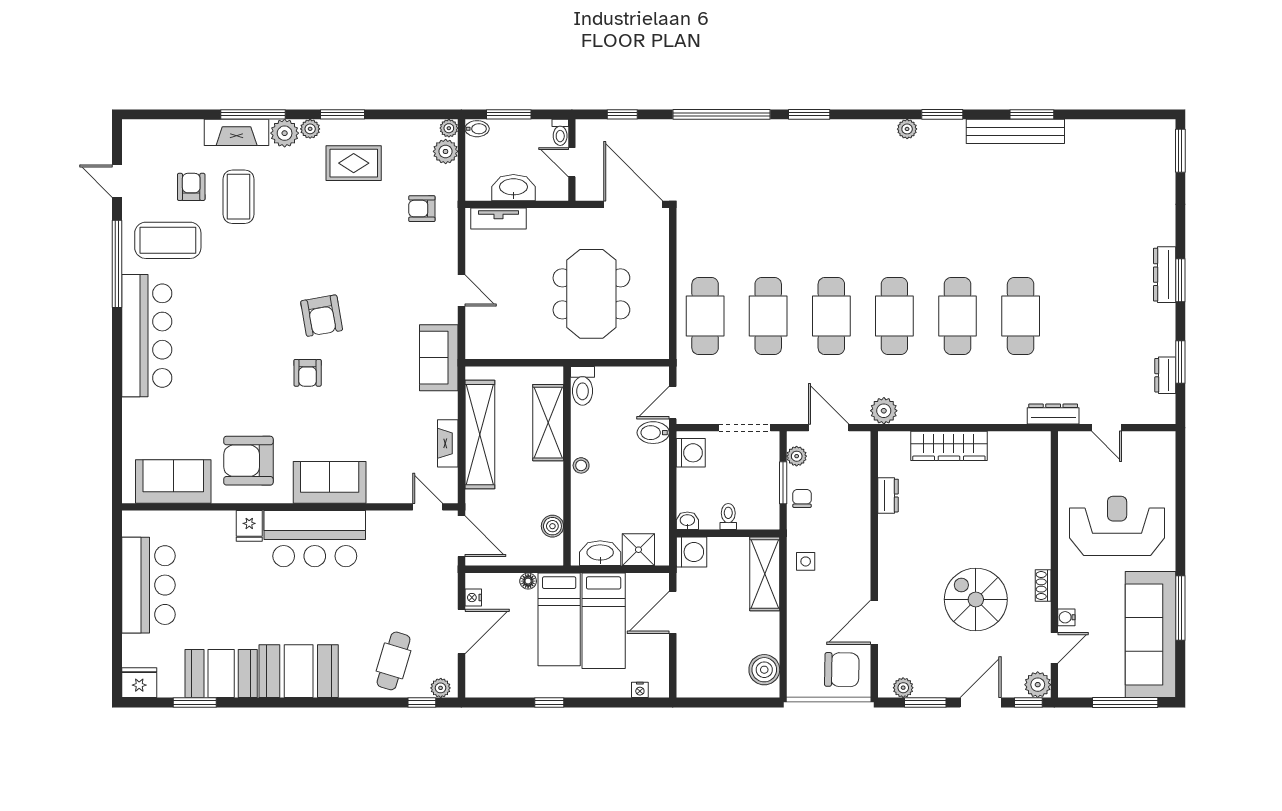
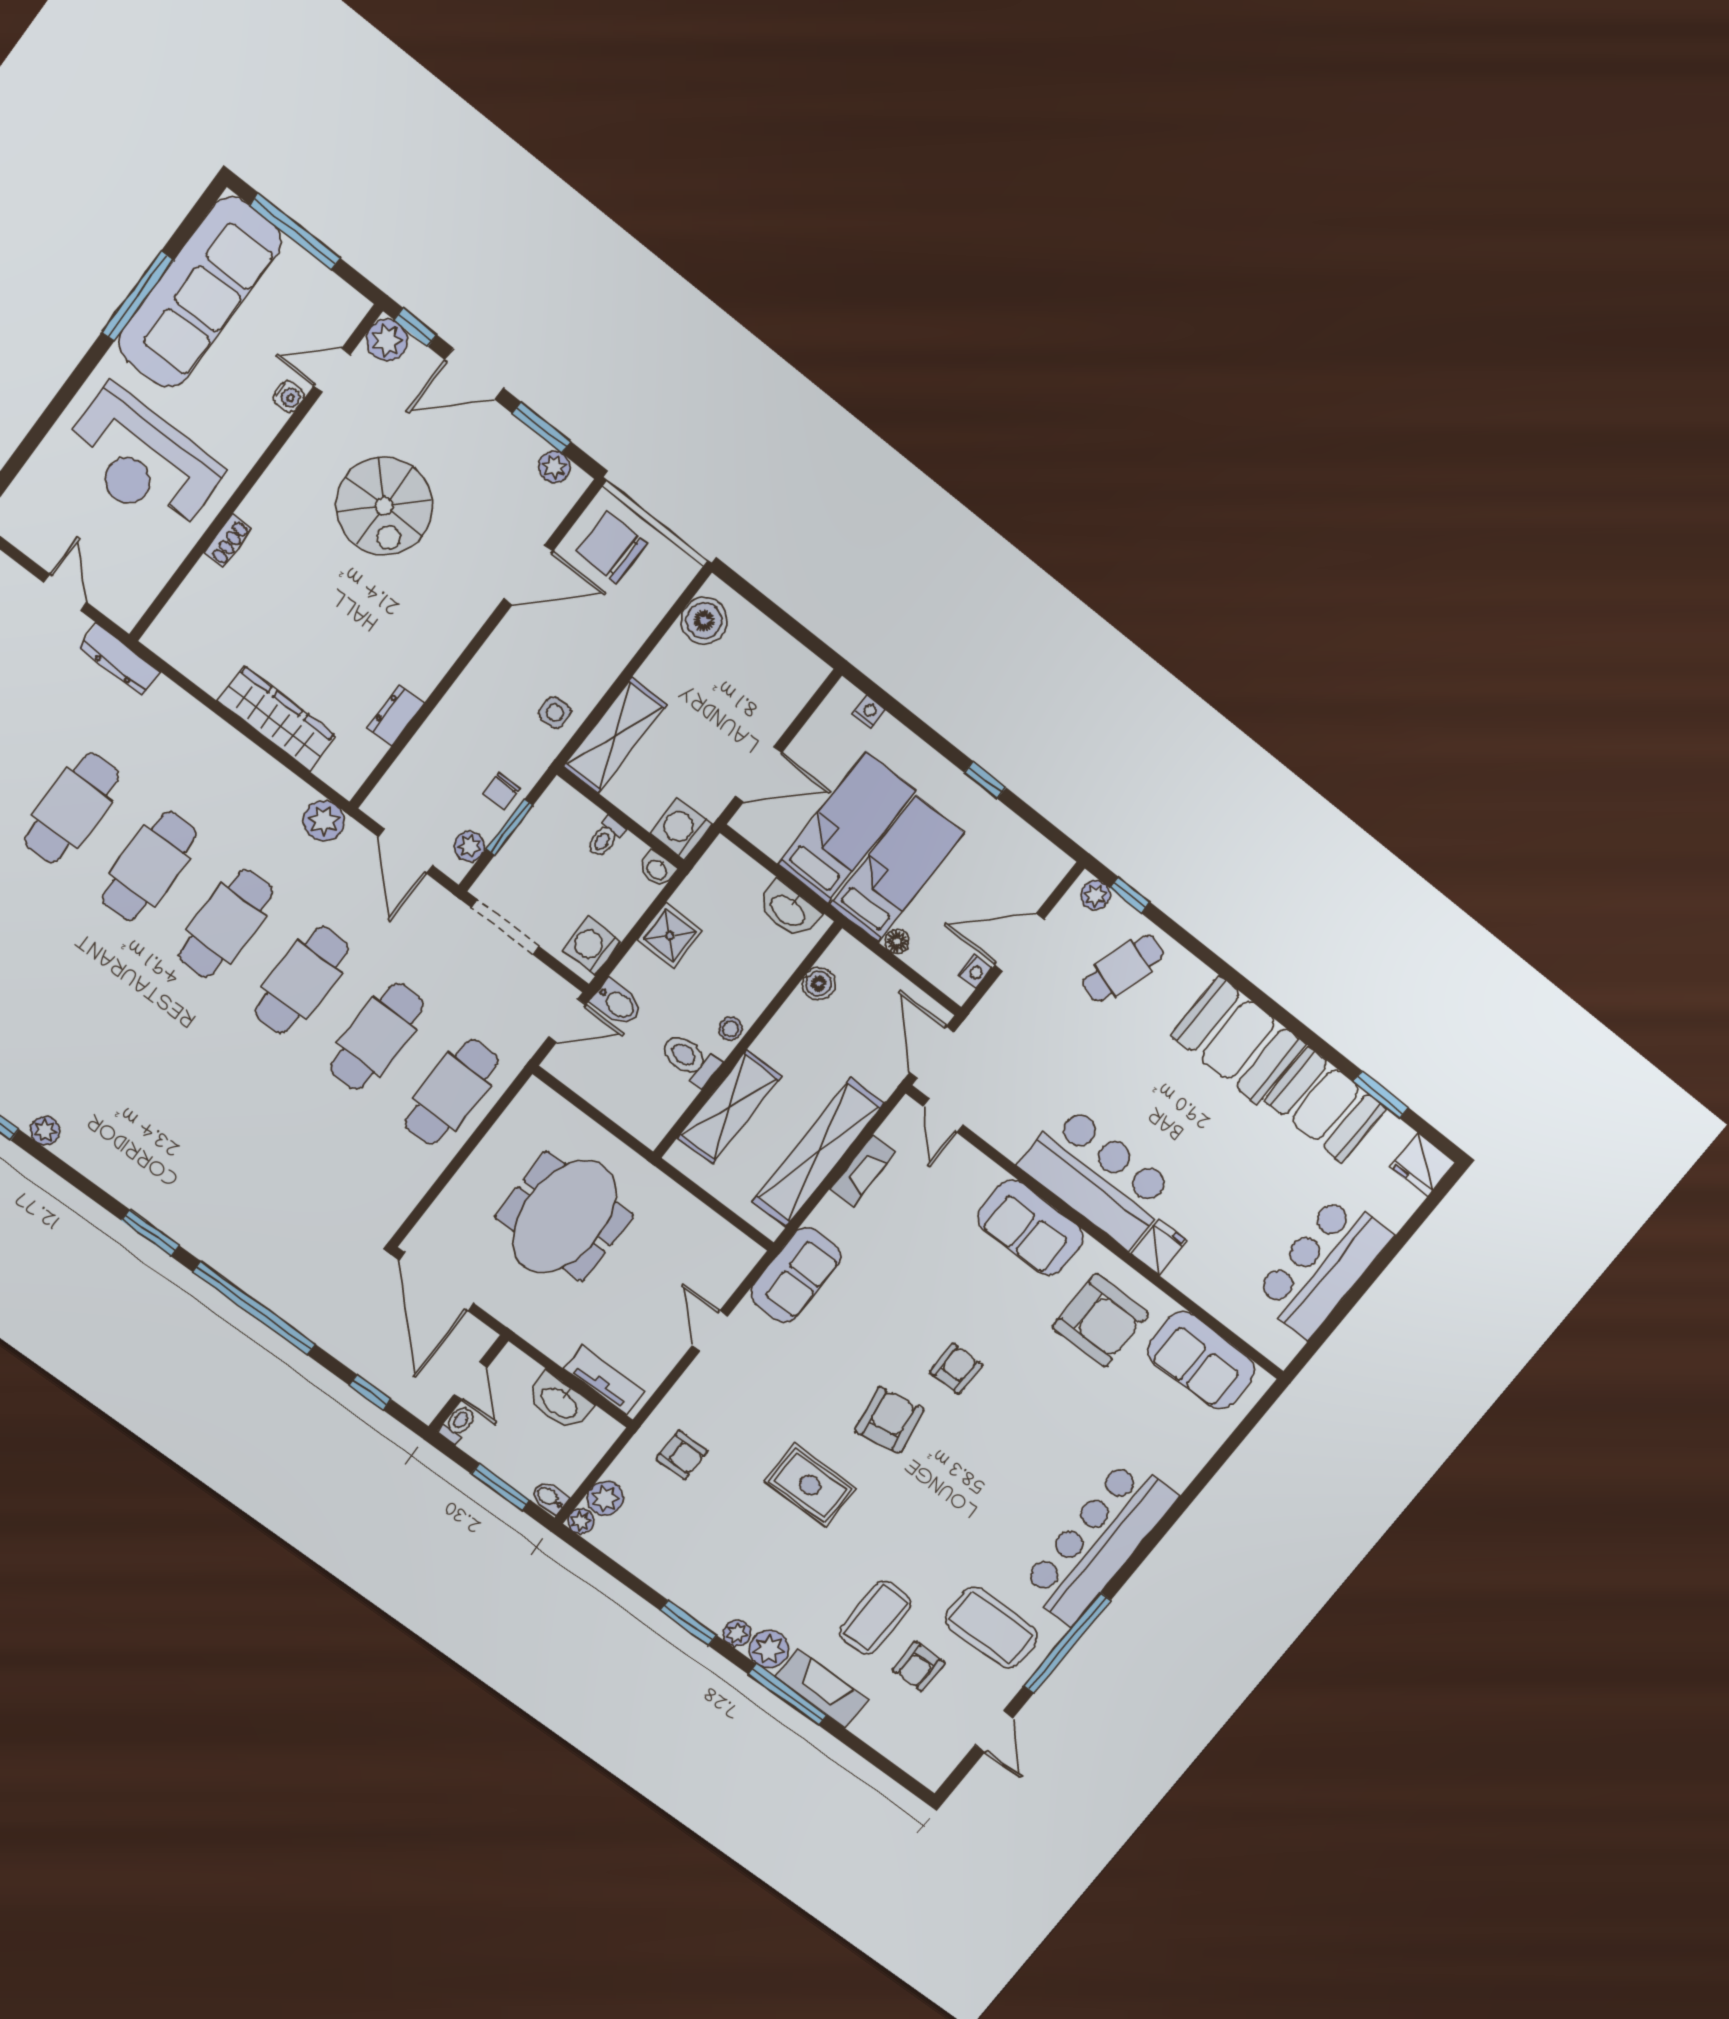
rug: (354, 163) -> (810, 1485), moved
toilet: (582, 386) -> (690, 1059), moved, turned -90
shower: (638, 550) -> (670, 936), moved
shoe rack: (1043, 586) -> (228, 541), moved

